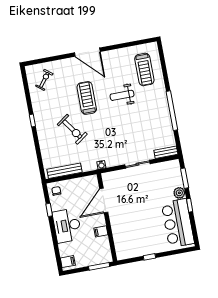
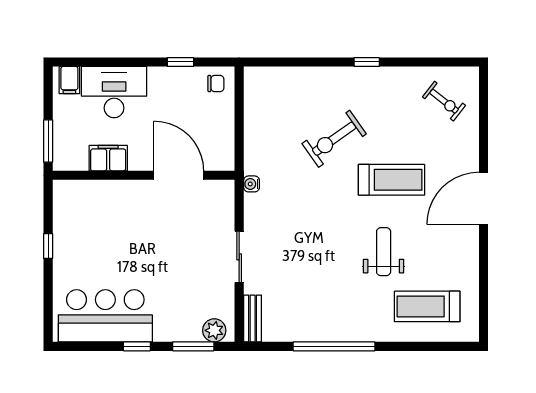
bench: (65, 171) -> (253, 108), removed
plant: (179, 193) -> (214, 330), moved
desk: (67, 226) -> (114, 92), moved
filing cabinet: (101, 231) -> (108, 158), width x2.00

